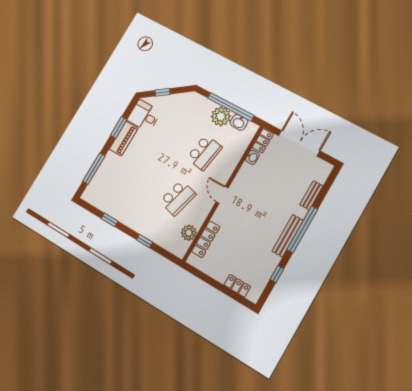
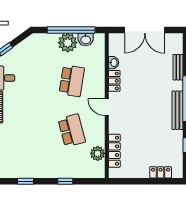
locker: (263, 141) -> (114, 81), moved
double door: (299, 143) -> (145, 30), swing flipped
school desk: (178, 198) -> (72, 130), turned -30

